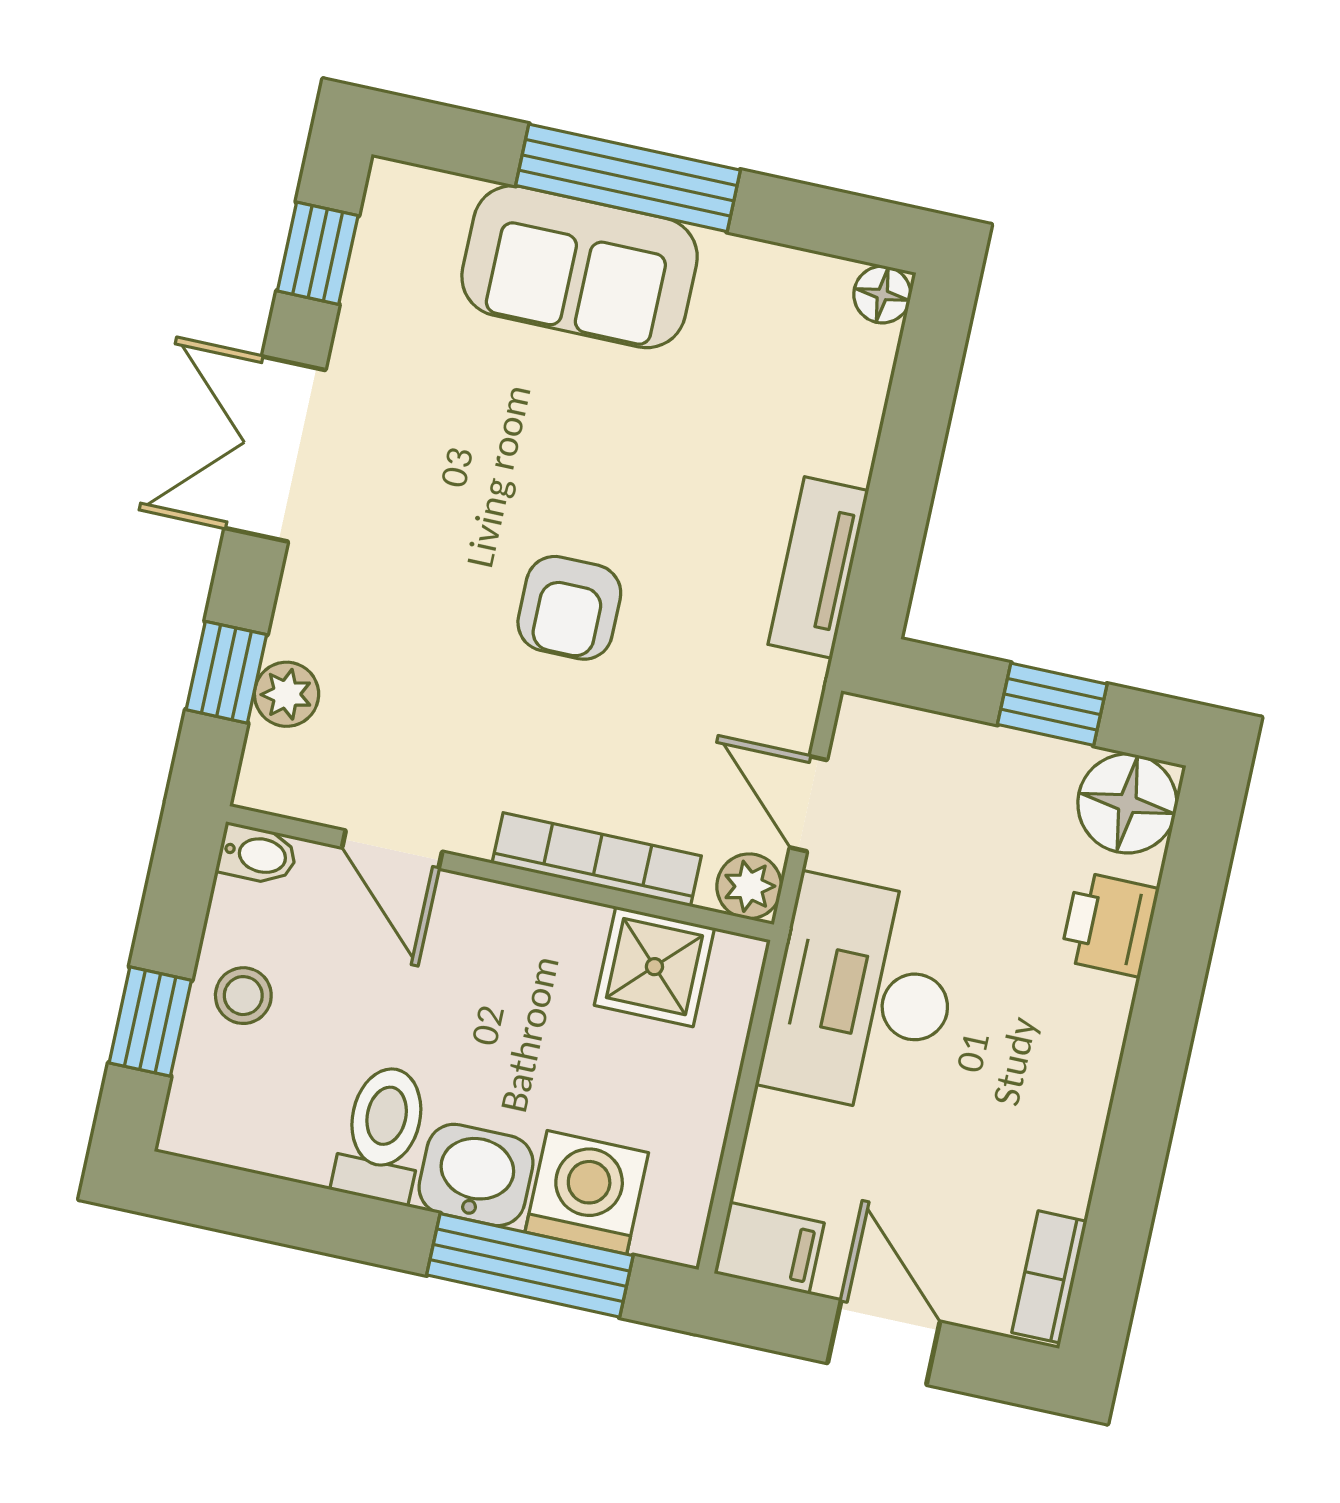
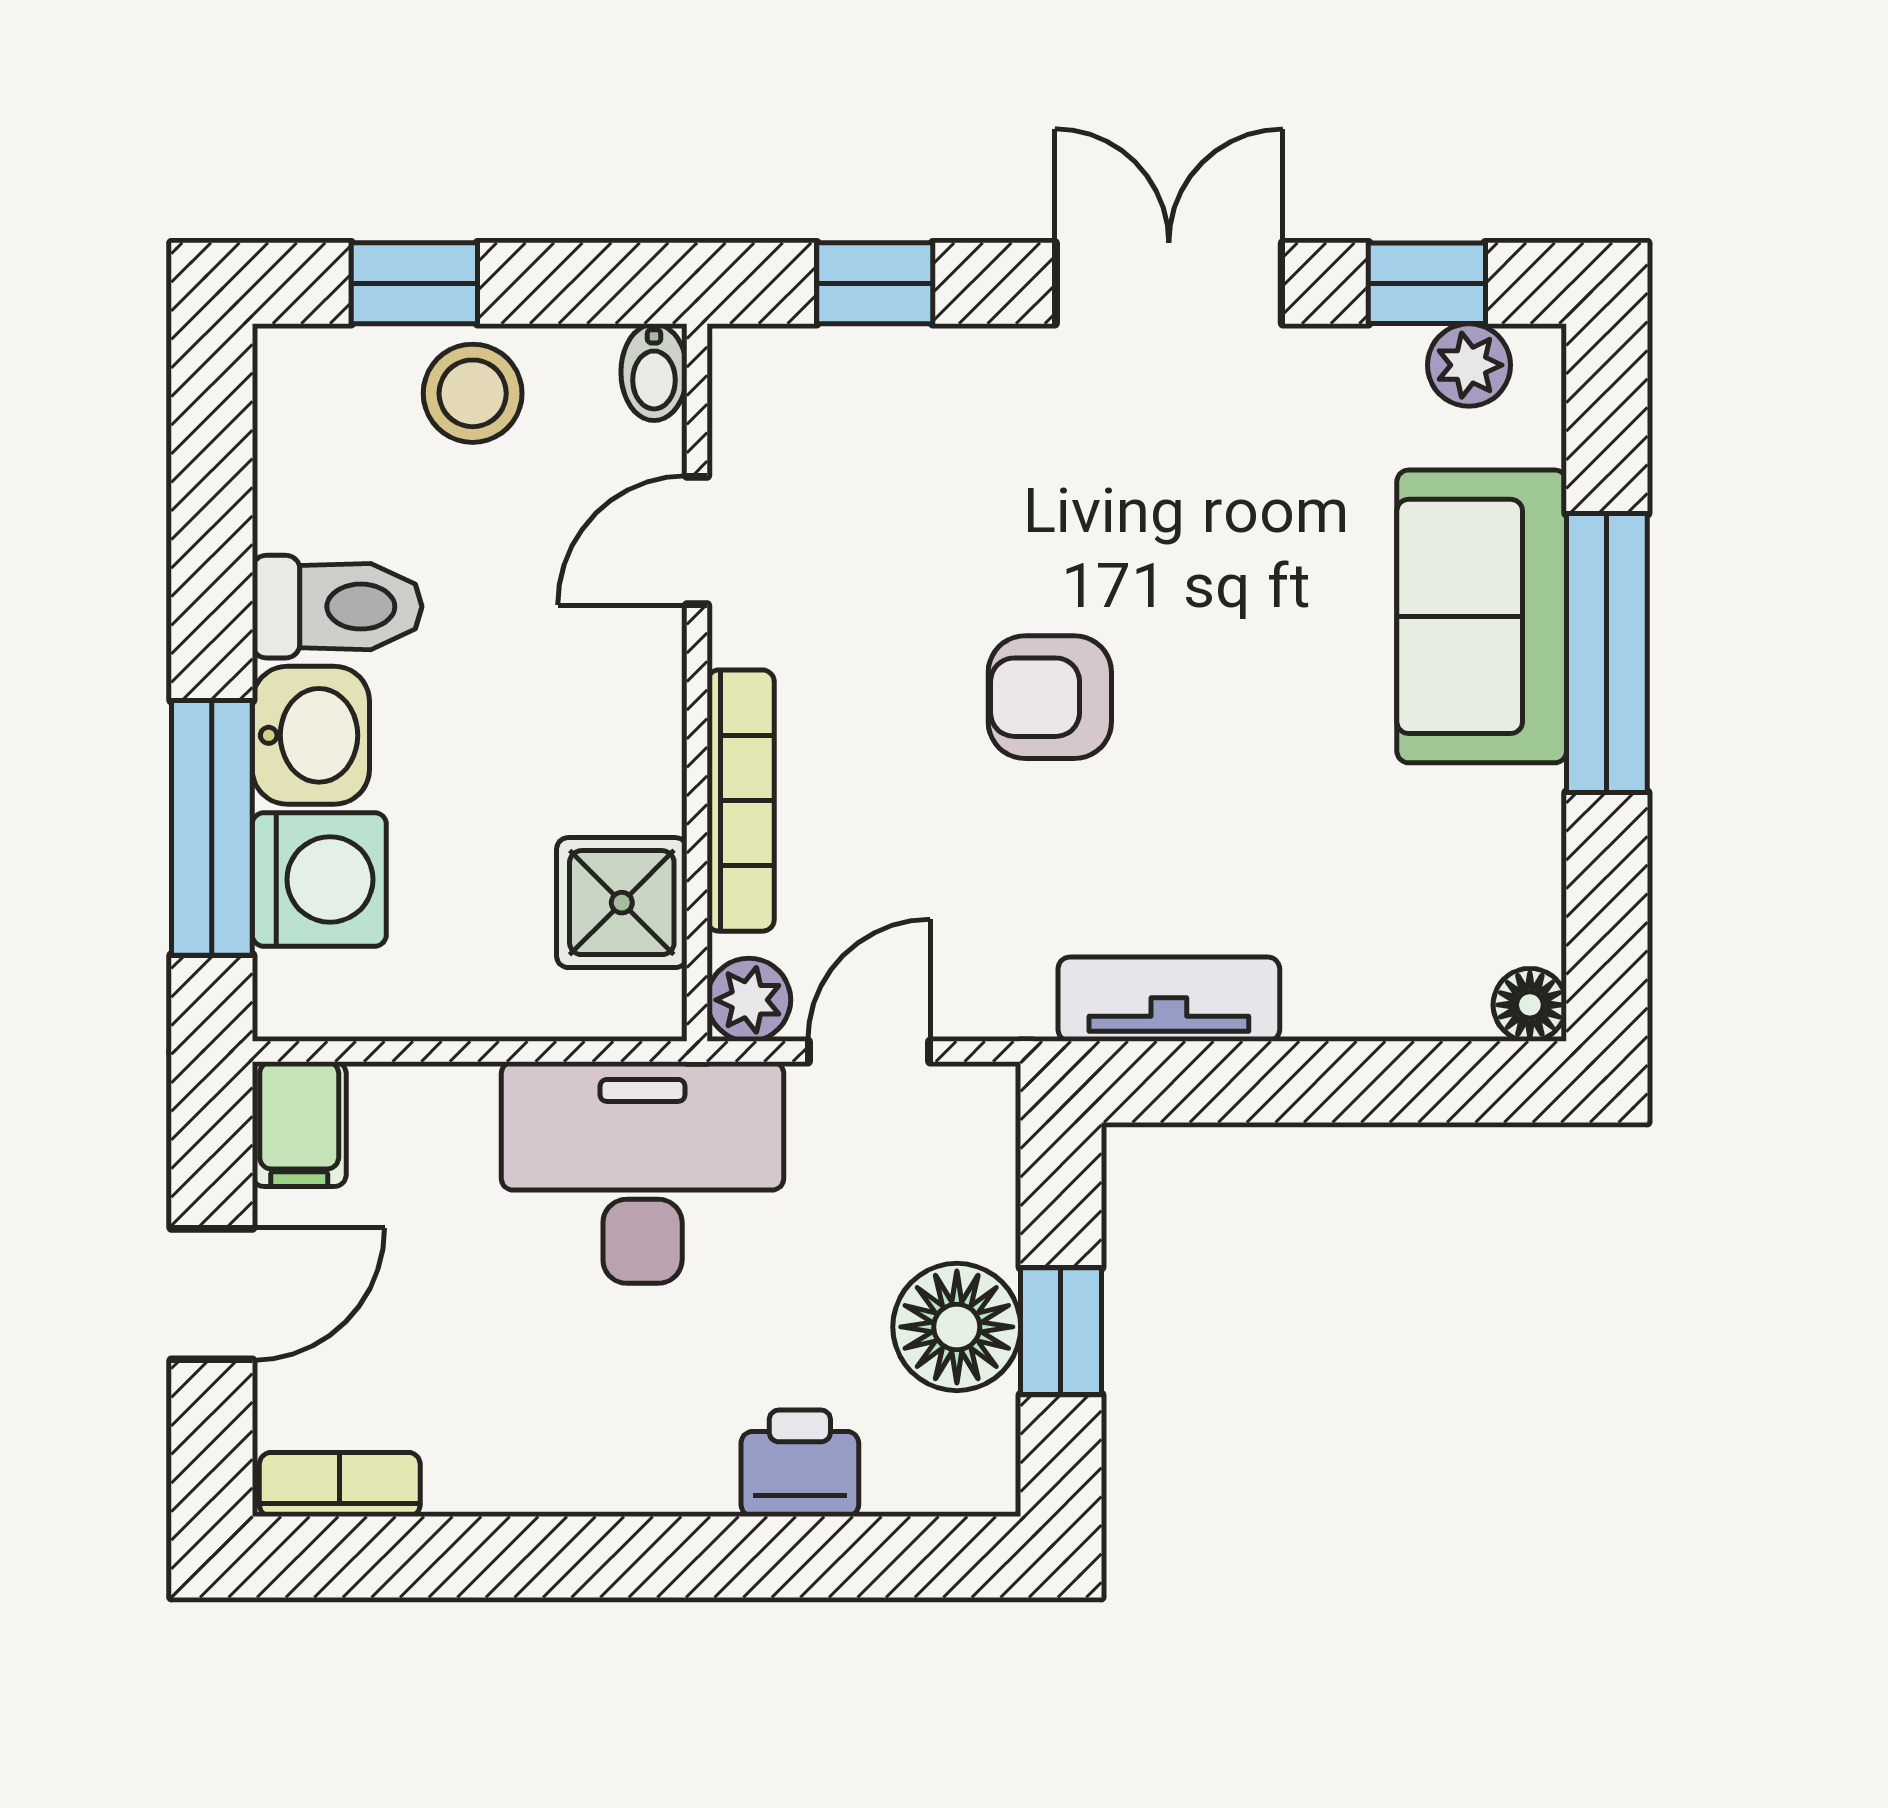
plant: (287, 694) -> (1469, 365), moved
floor lamp: (1127, 803) -> (957, 1327), moved
stool: (243, 996) -> (473, 393), width x1.37, depth x1.37

